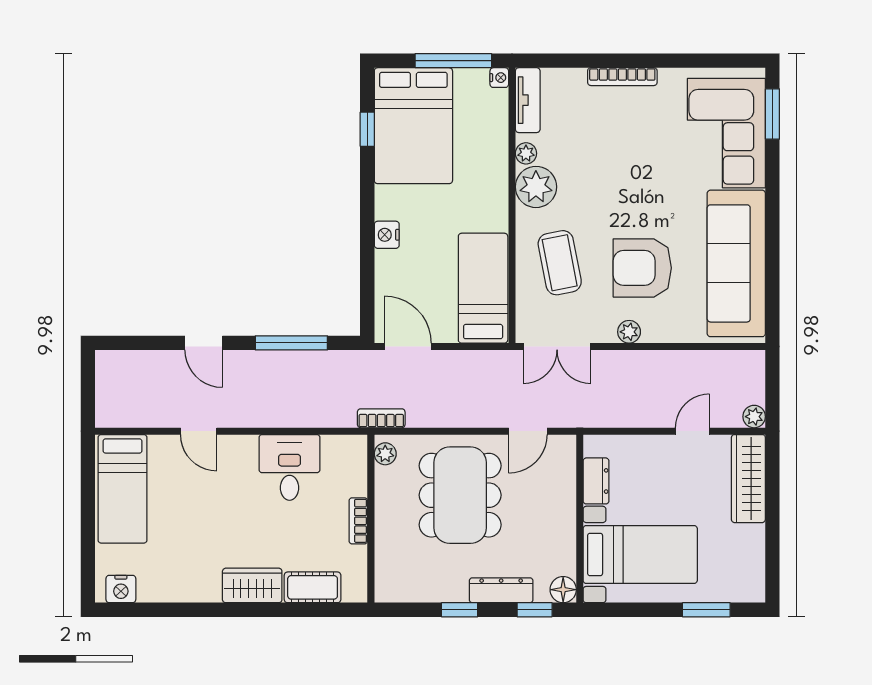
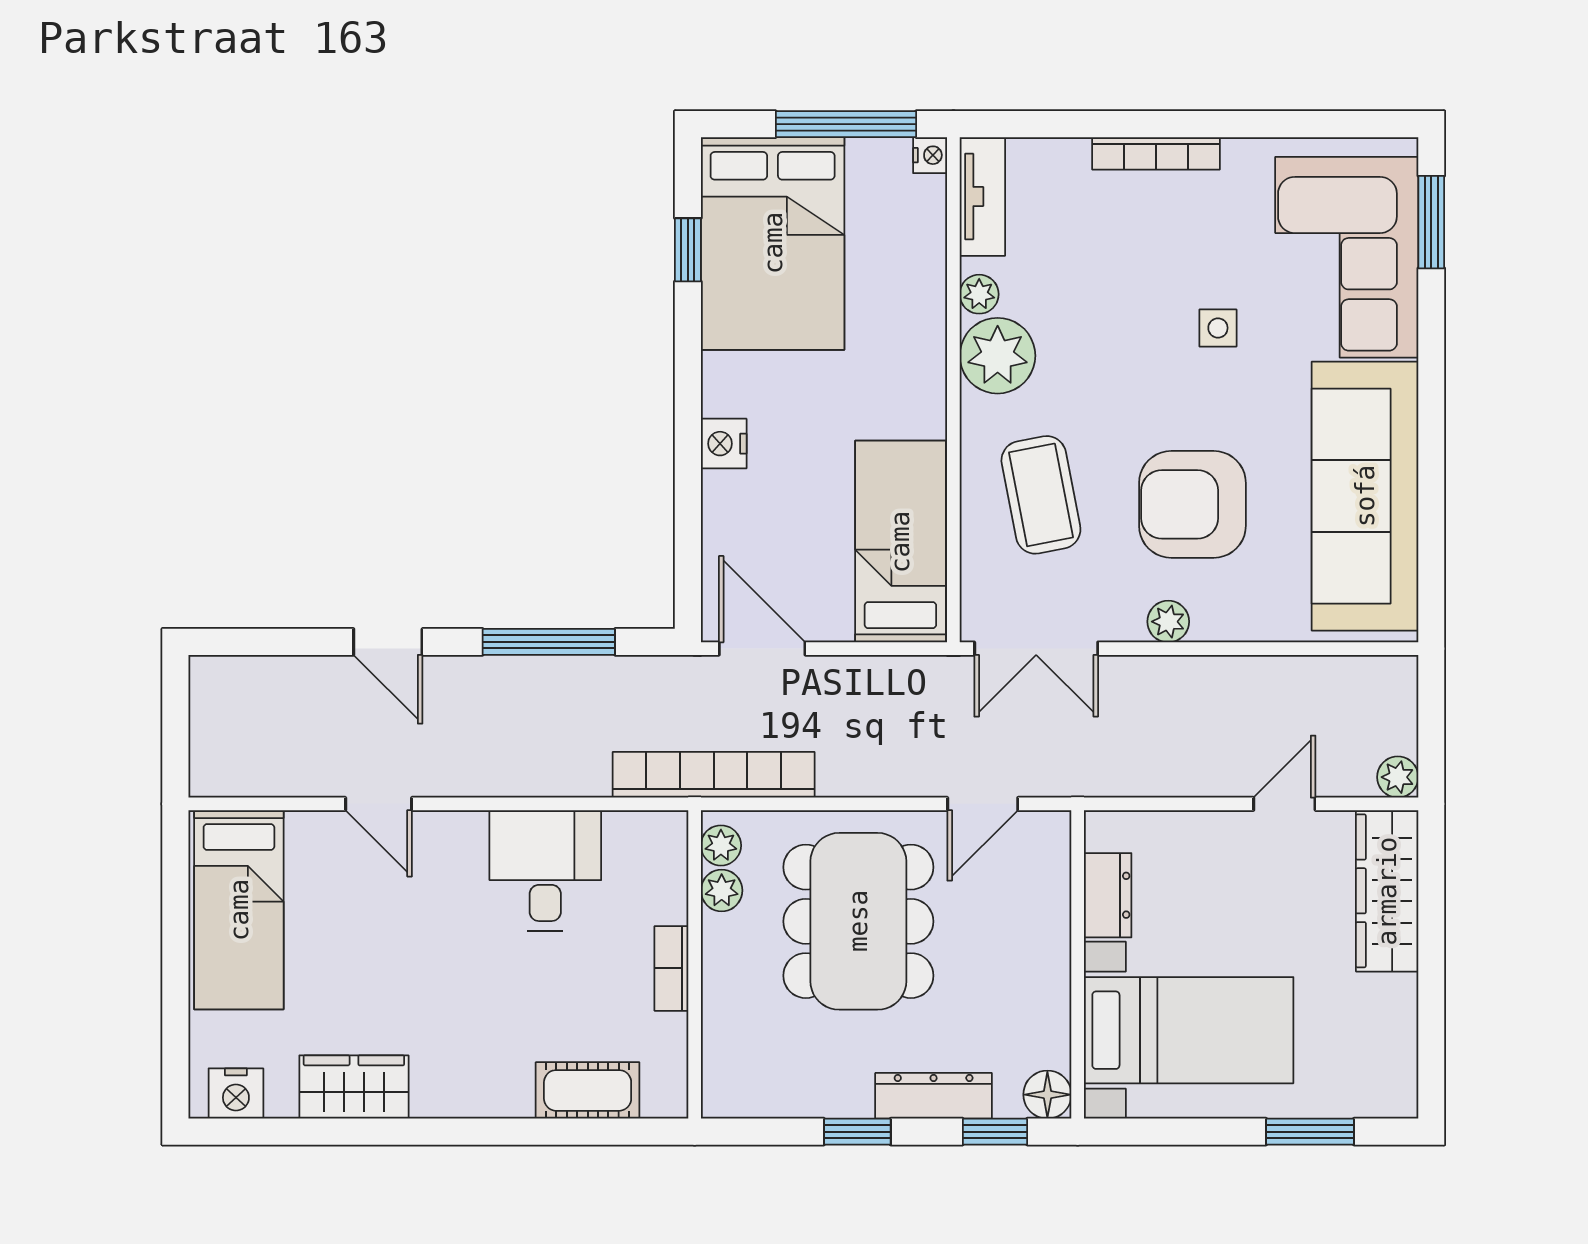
side table: (656, 172) -> (1218, 328), added
bookcase: (381, 418) -> (714, 775), width x2.31, depth x1.31
plant: (386, 478) -> (722, 890), added
wardrobe: (252, 585) -> (354, 1087), moved

